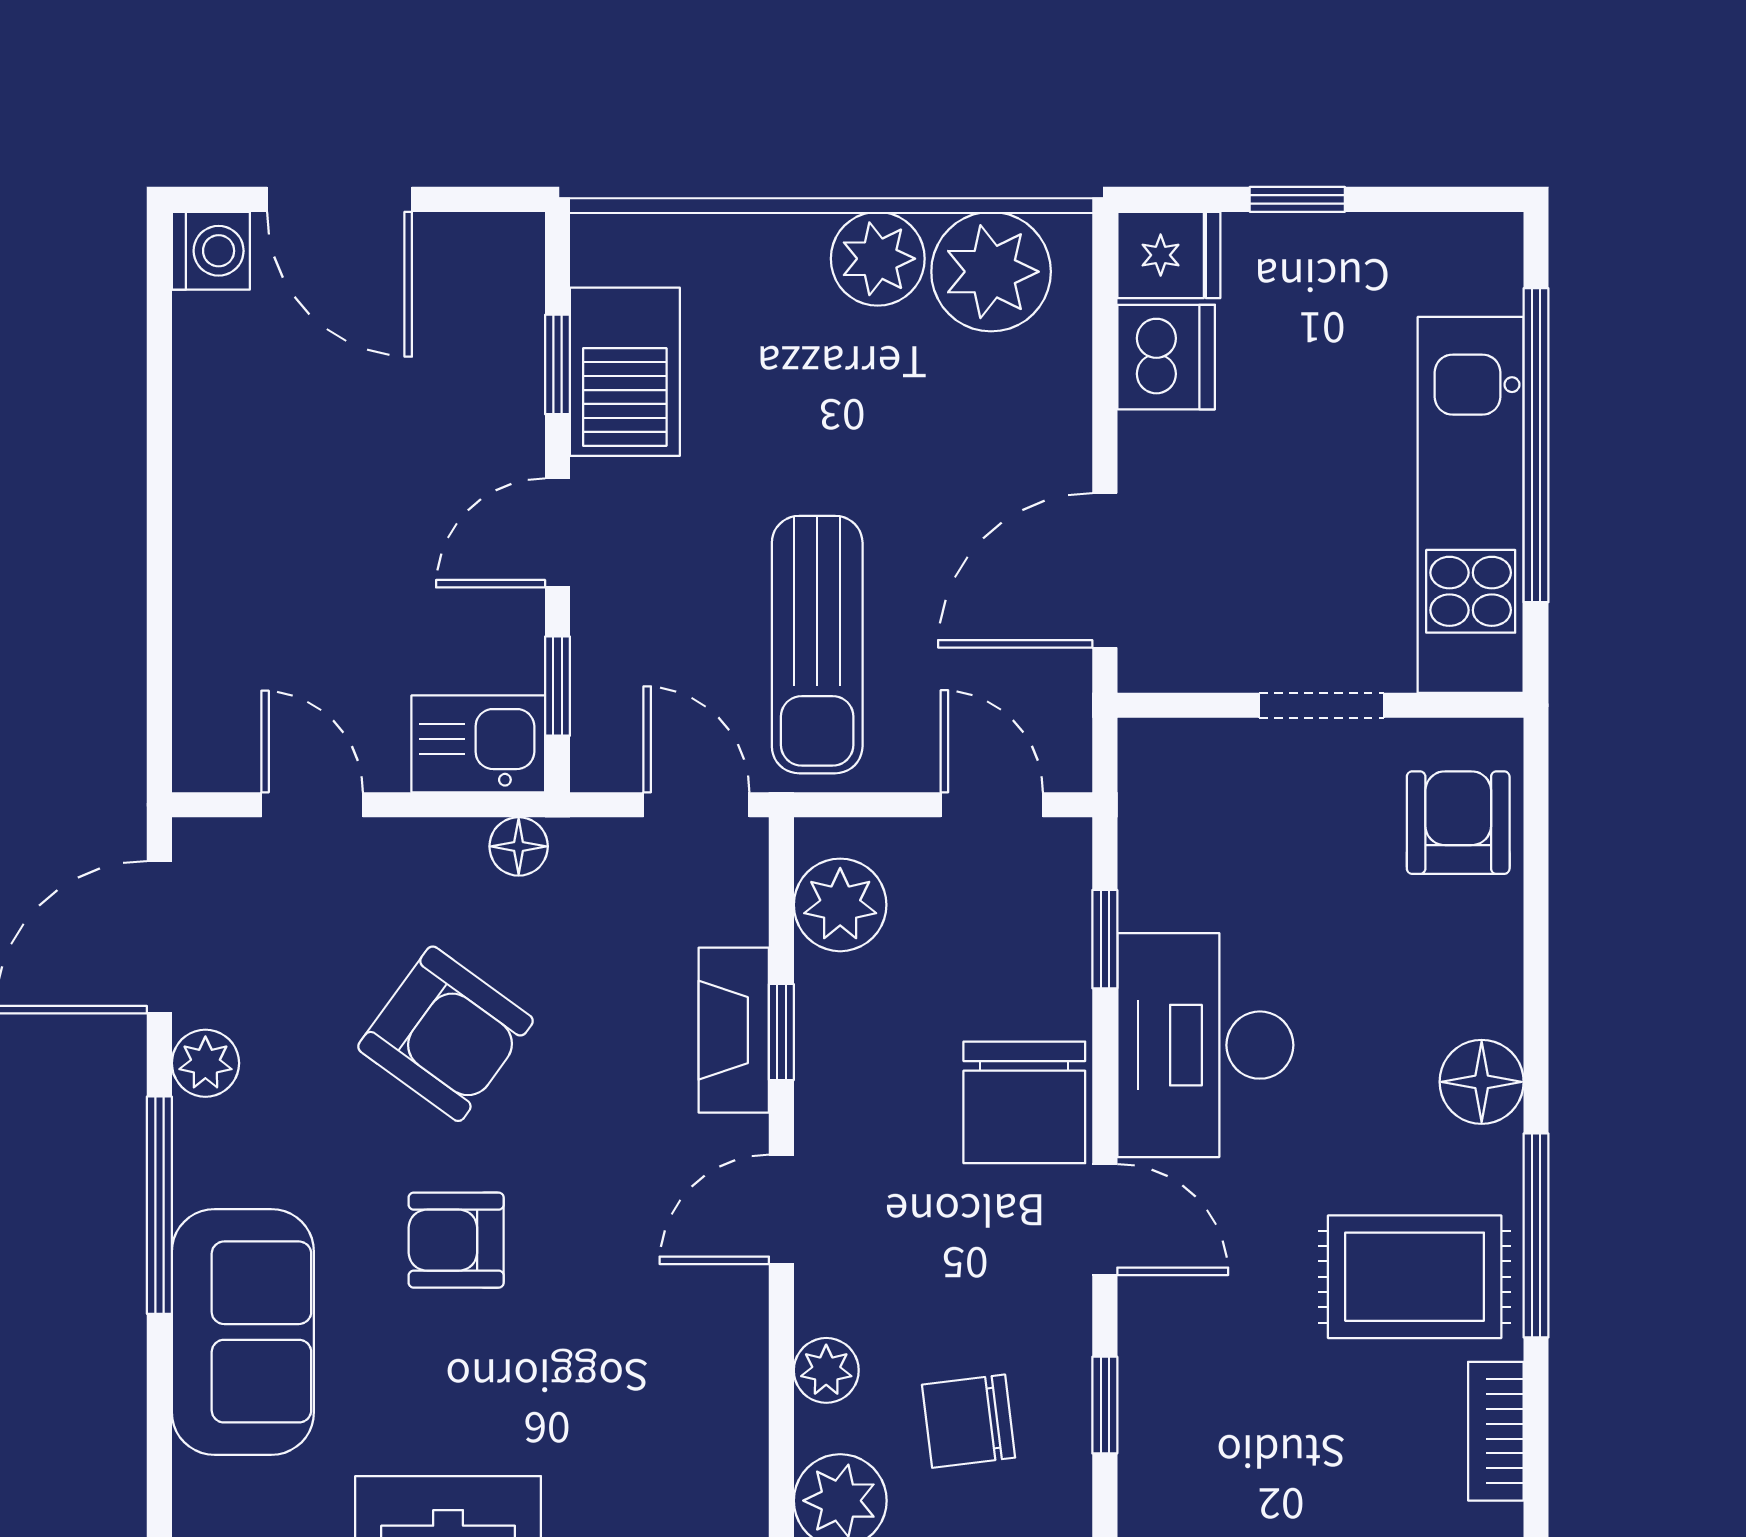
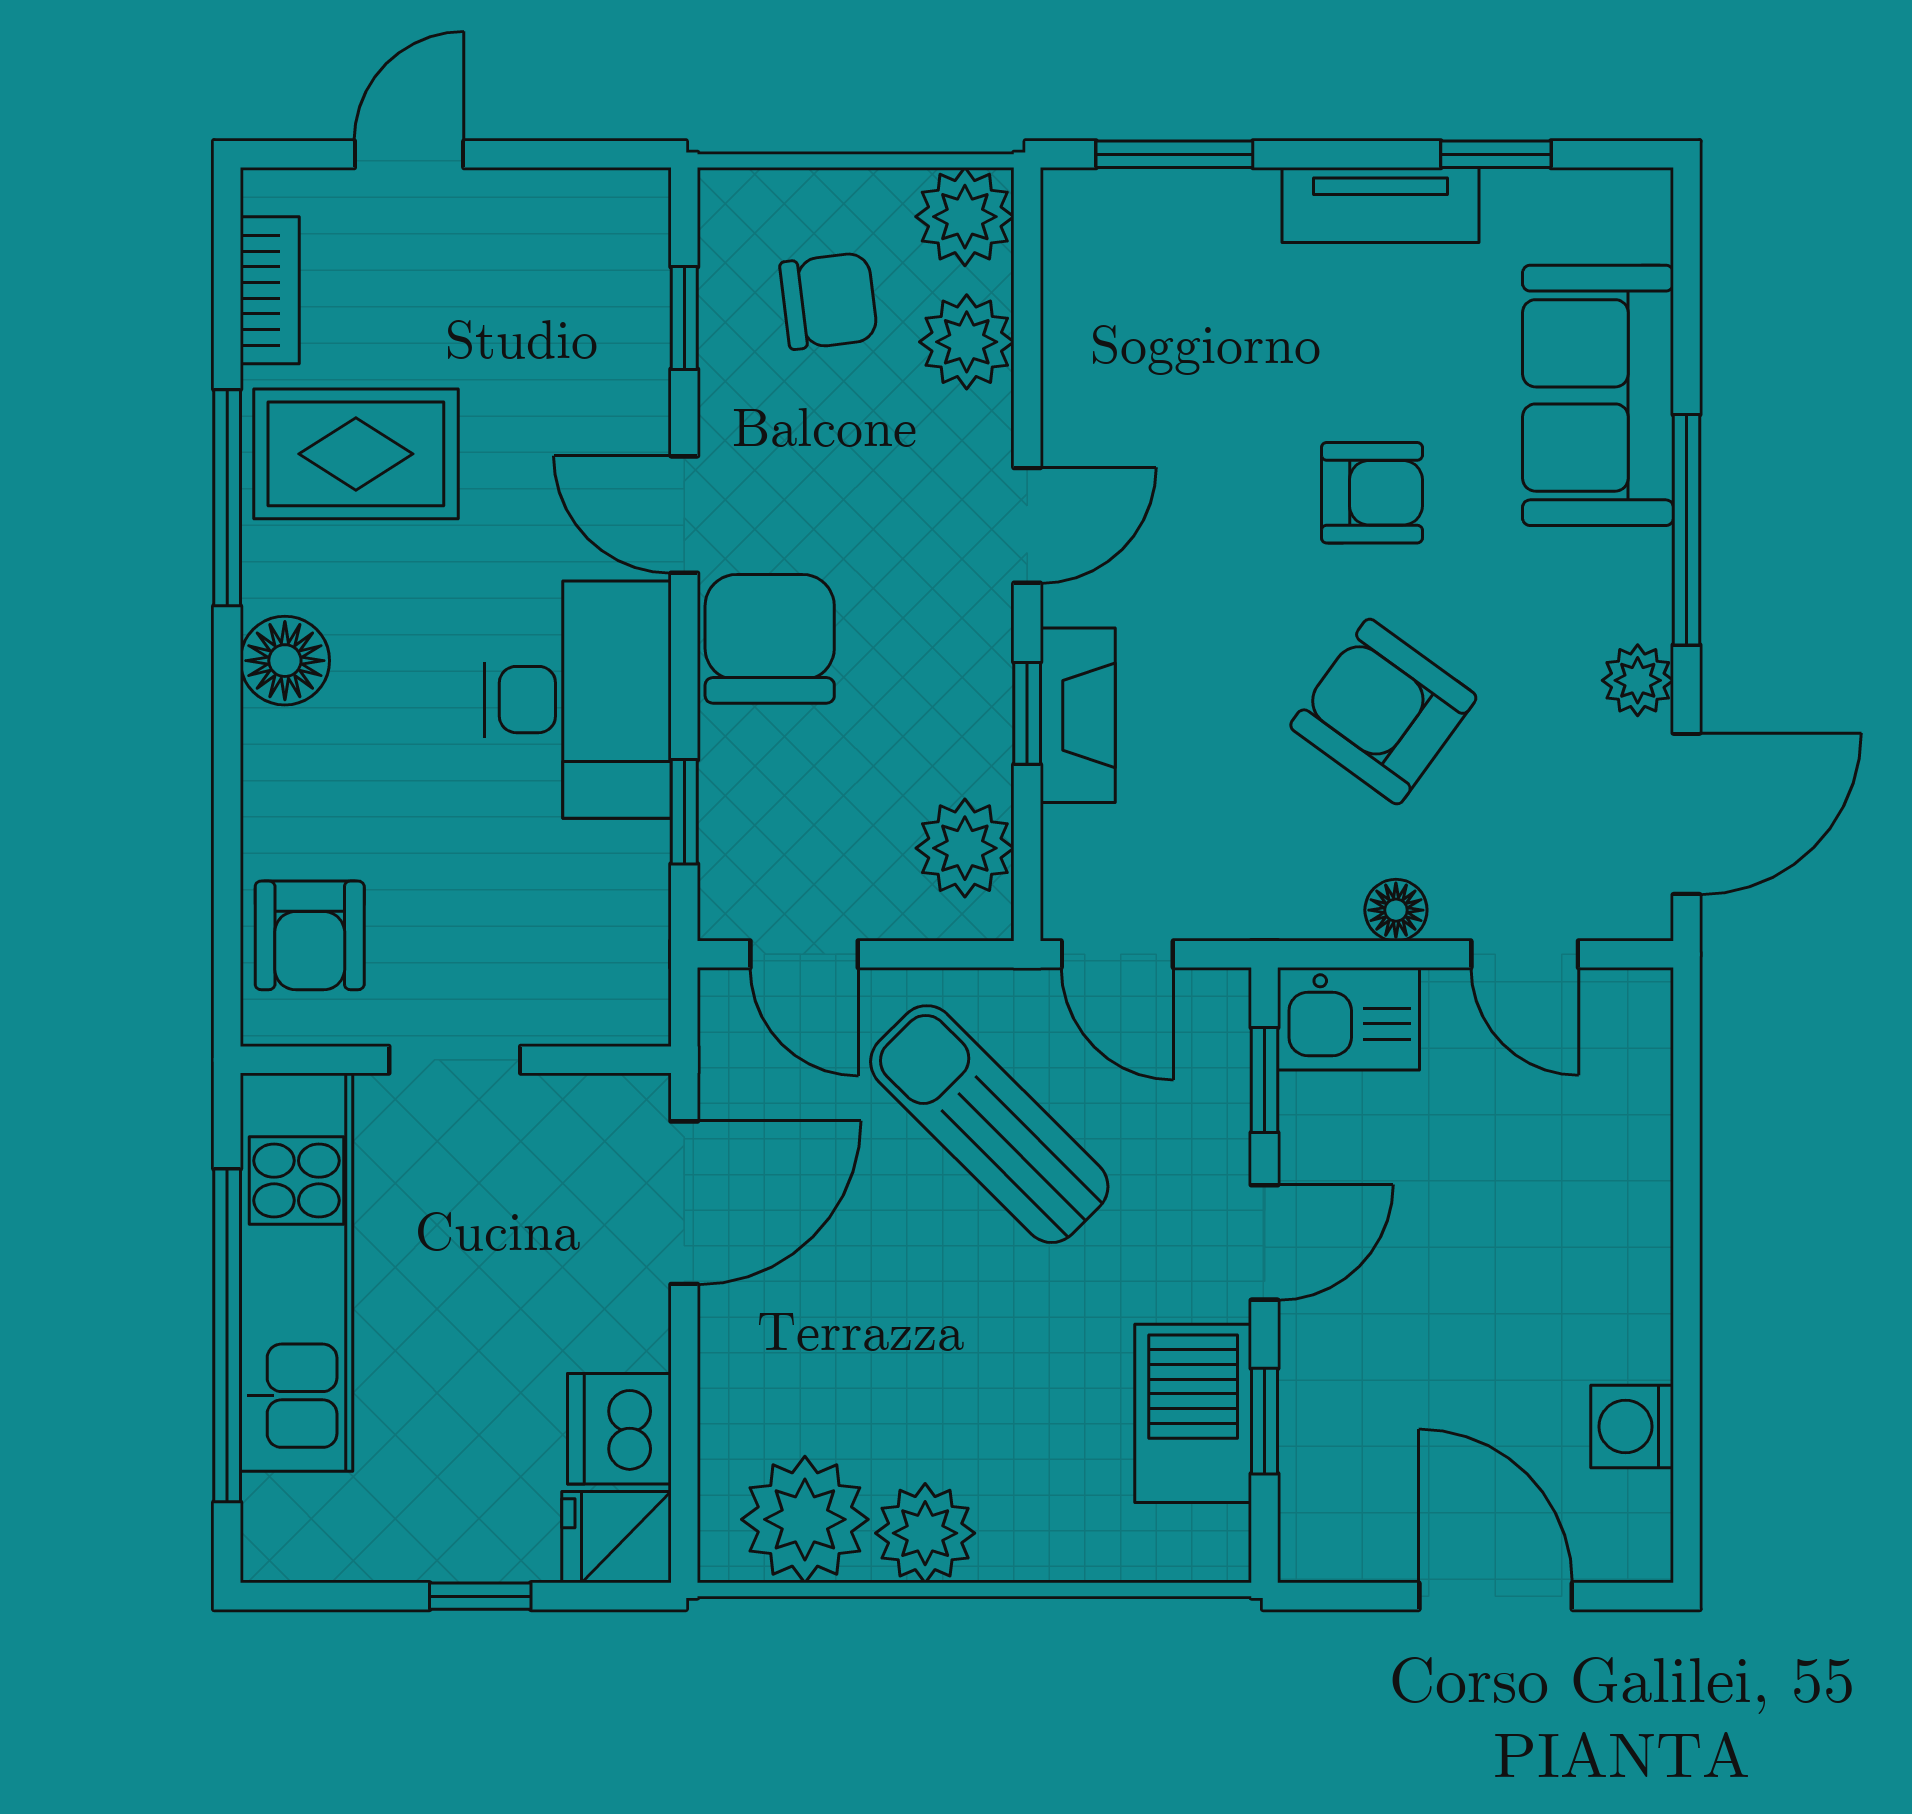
washing machine: (211, 251) -> (1632, 1427), moved
sun lounger: (817, 645) -> (989, 1124), turned -45
floor lamp: (519, 846) -> (1396, 910), moved
plant: (826, 1370) -> (967, 342), width x1.38, depth x1.38

